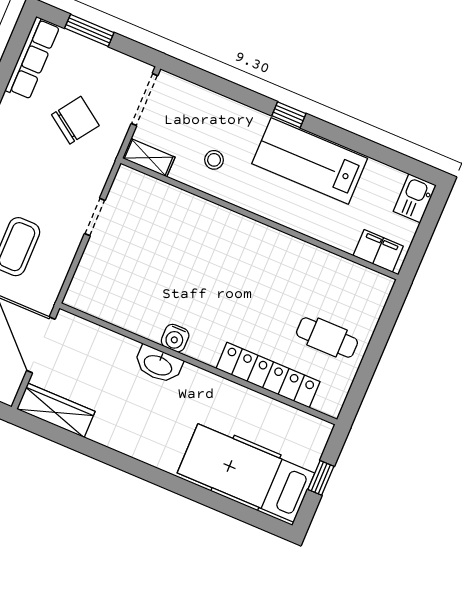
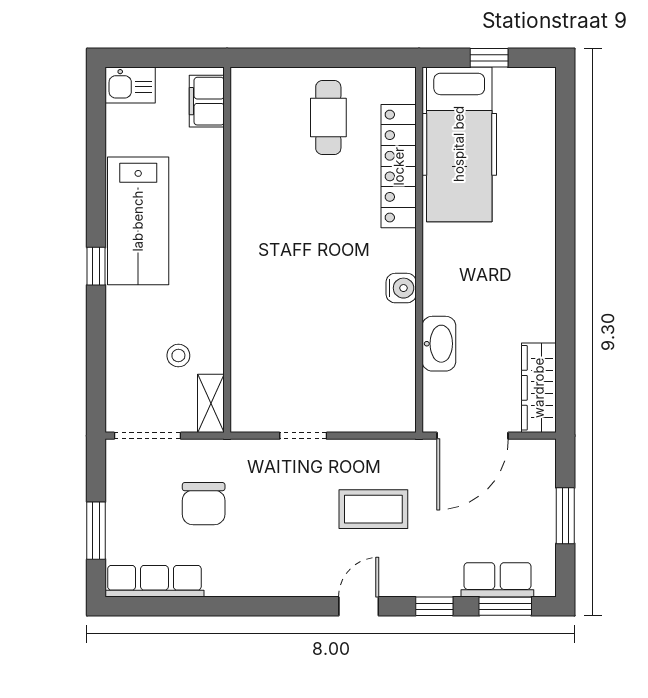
chair: (75, 120) -> (204, 504), turned -125
stool: (214, 160) -> (178, 356), moved
washbasin: (158, 365) -> (439, 344), moved
hospital bed: (246, 473) -> (459, 144), moved

